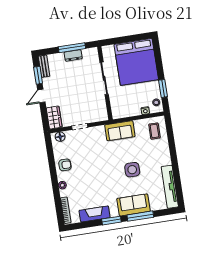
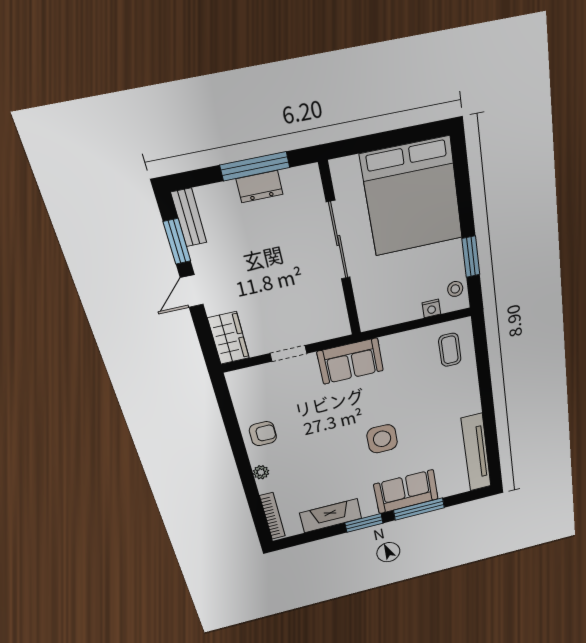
sofa: (120, 131) -> (350, 361), moved
floor lamp: (60, 137) -> (246, 378), removed
side table: (132, 170) -> (382, 439), moved

